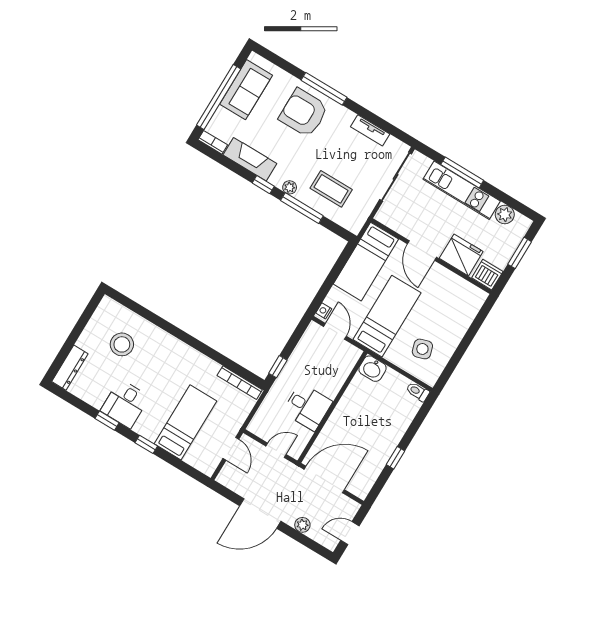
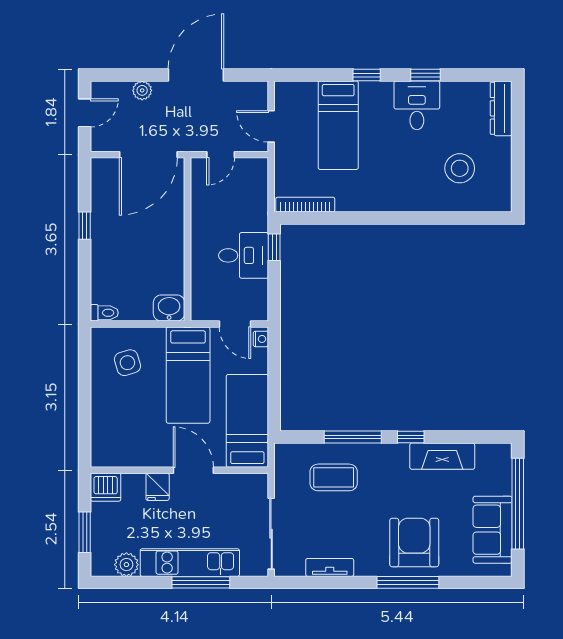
armchair: (304, 113) -> (414, 542), turned -90
bookcase: (213, 142) -> (494, 450), removed
plant: (290, 187) -> (380, 452), removed
fridge: (461, 255) -> (158, 487), width x0.53, depth x0.75
desk: (307, 407) -> (244, 255), moved, turned 180

